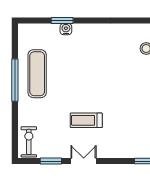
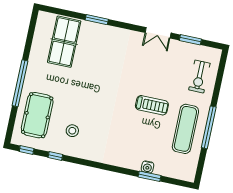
treadmill: (86, 120) -> (152, 105), moved
exercise bike: (29, 142) -> (199, 77), moved

